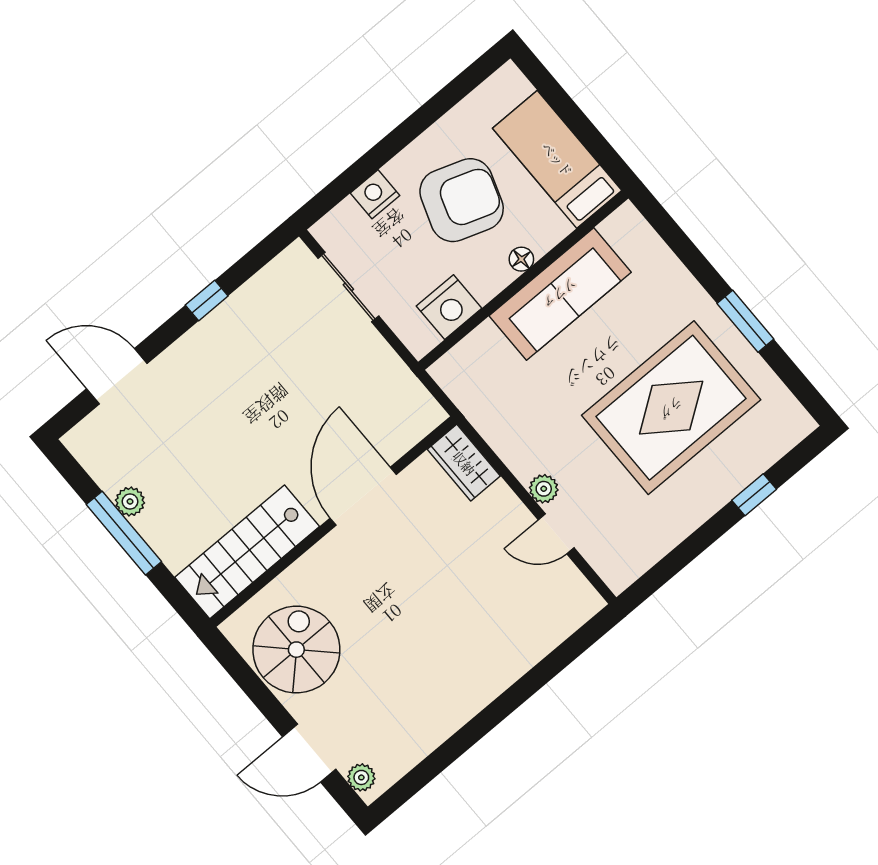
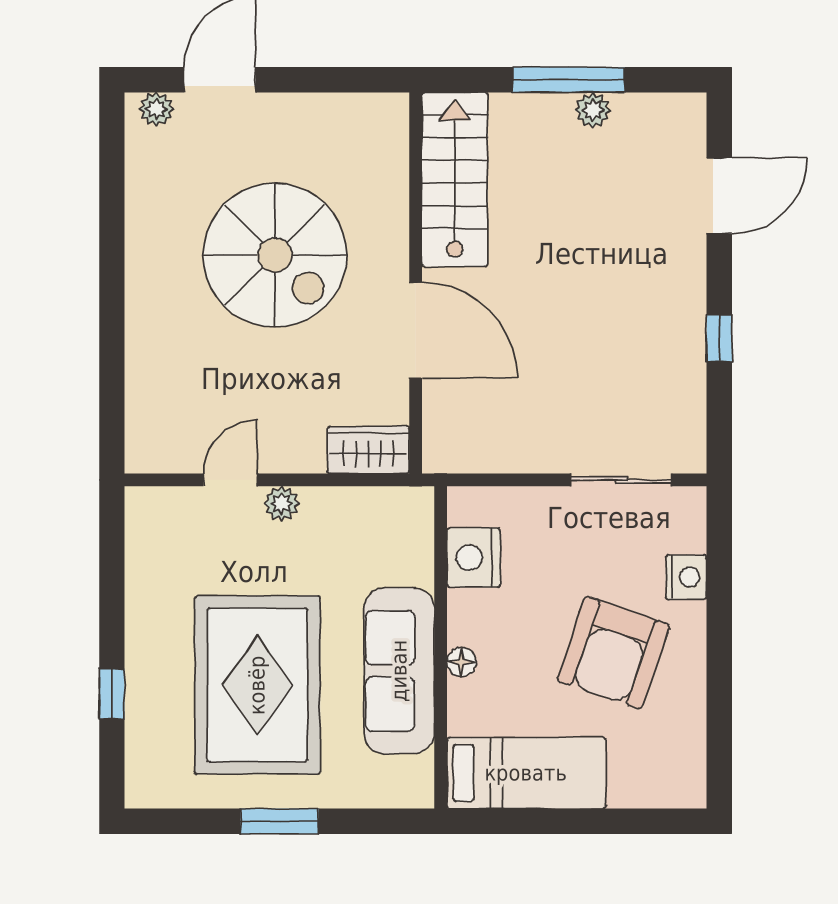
bed: (557, 159) -> (526, 773), moved
floor lamp: (521, 259) -> (462, 662), moved
wall: (523, 280) -> (441, 647), moved
sofa: (560, 294) -> (399, 671), moved
nightstand: (449, 307) -> (474, 558), moved
spiral stairs: (296, 650) -> (275, 255), moved, width x1.37, depth x1.37

